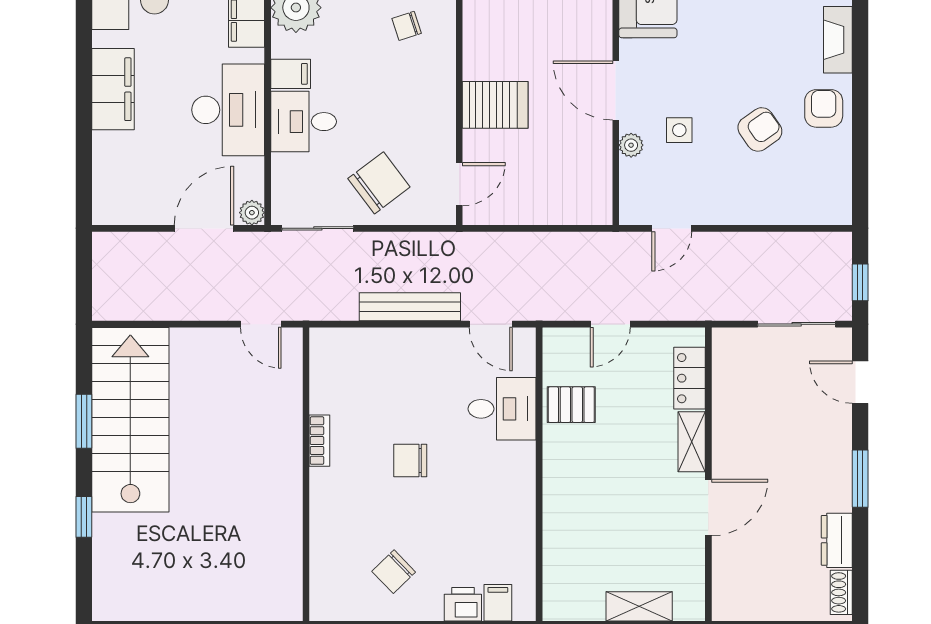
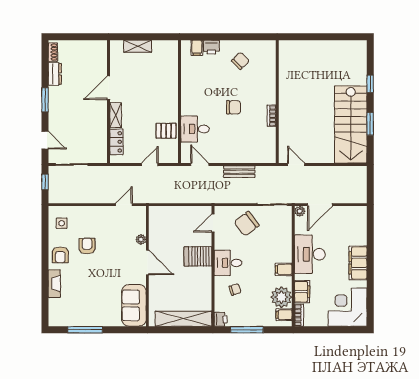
desk: (304, 122) -> (228, 263), moved, turned 180
armchair: (760, 129) -> (87, 246), turned 125
side table: (679, 130) -> (62, 223), moved
bench: (410, 307) -> (239, 172), width x0.73

